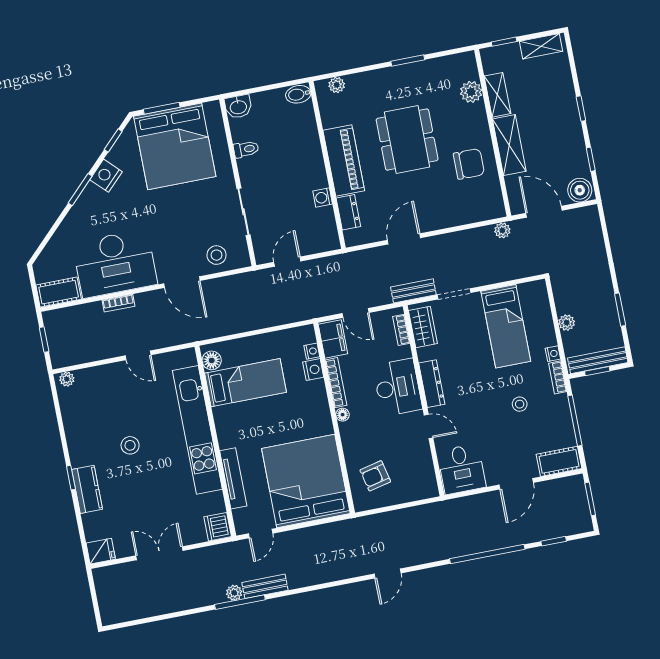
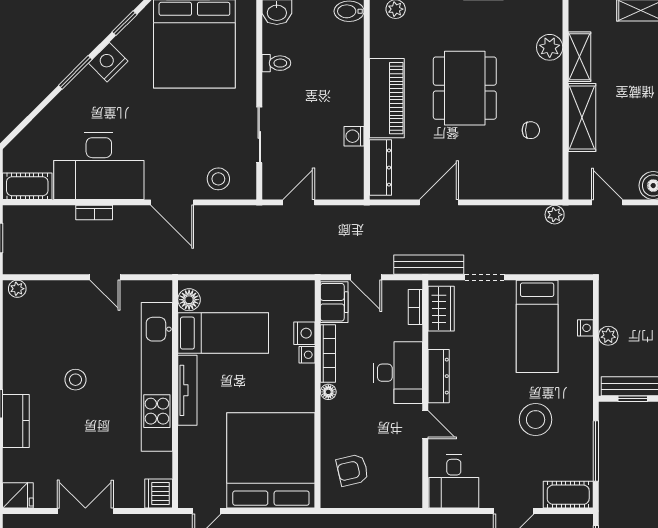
chair: (469, 164) -> (531, 130), width x0.54, depth x0.54
dresser: (348, 212) -> (380, 168), width x1.44
door: (544, 212) -> (607, 202), width x0.73
bench: (413, 291) -> (429, 265), width x1.36
nightstand: (312, 351) -> (307, 355), moved
nightstand: (553, 354) -> (585, 328), moved
bookcase: (558, 377) -> (586, 397), removed
stool: (520, 404) -> (536, 420), width x1.89, depth x1.89
tv unit: (233, 478) -> (187, 390), moved

